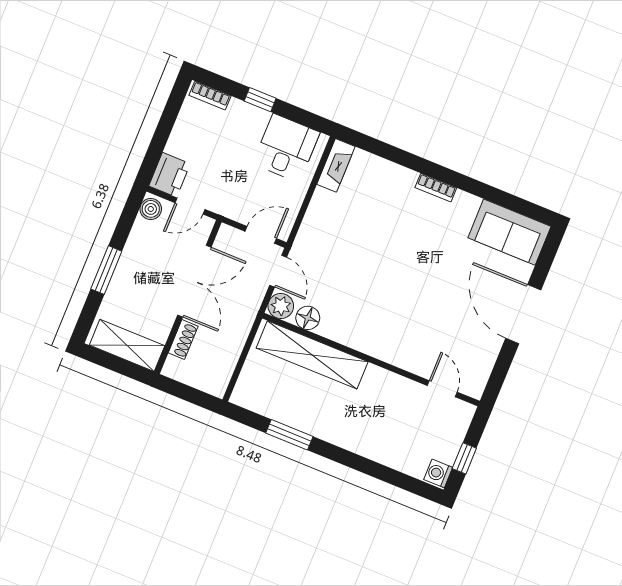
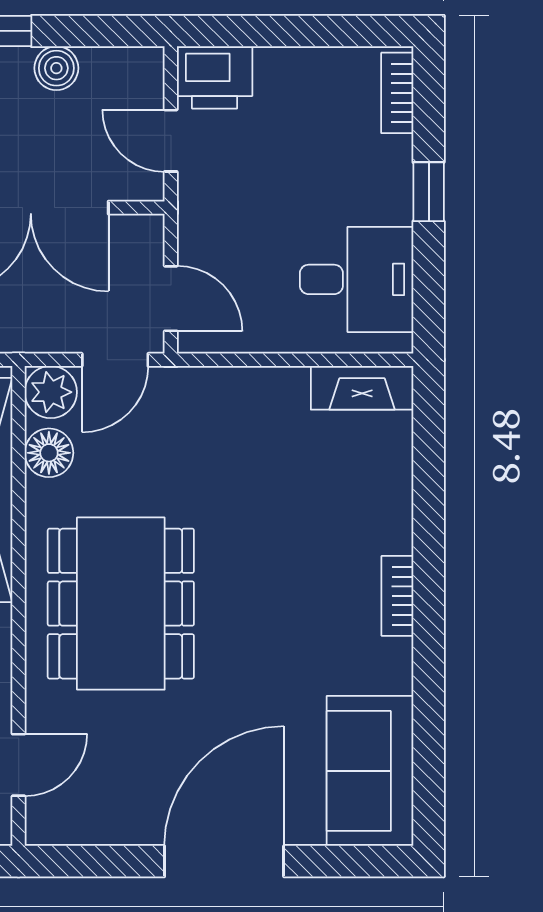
boiler: (151, 209) -> (56, 68), moved
dining table: (389, 313) -> (121, 604), added

